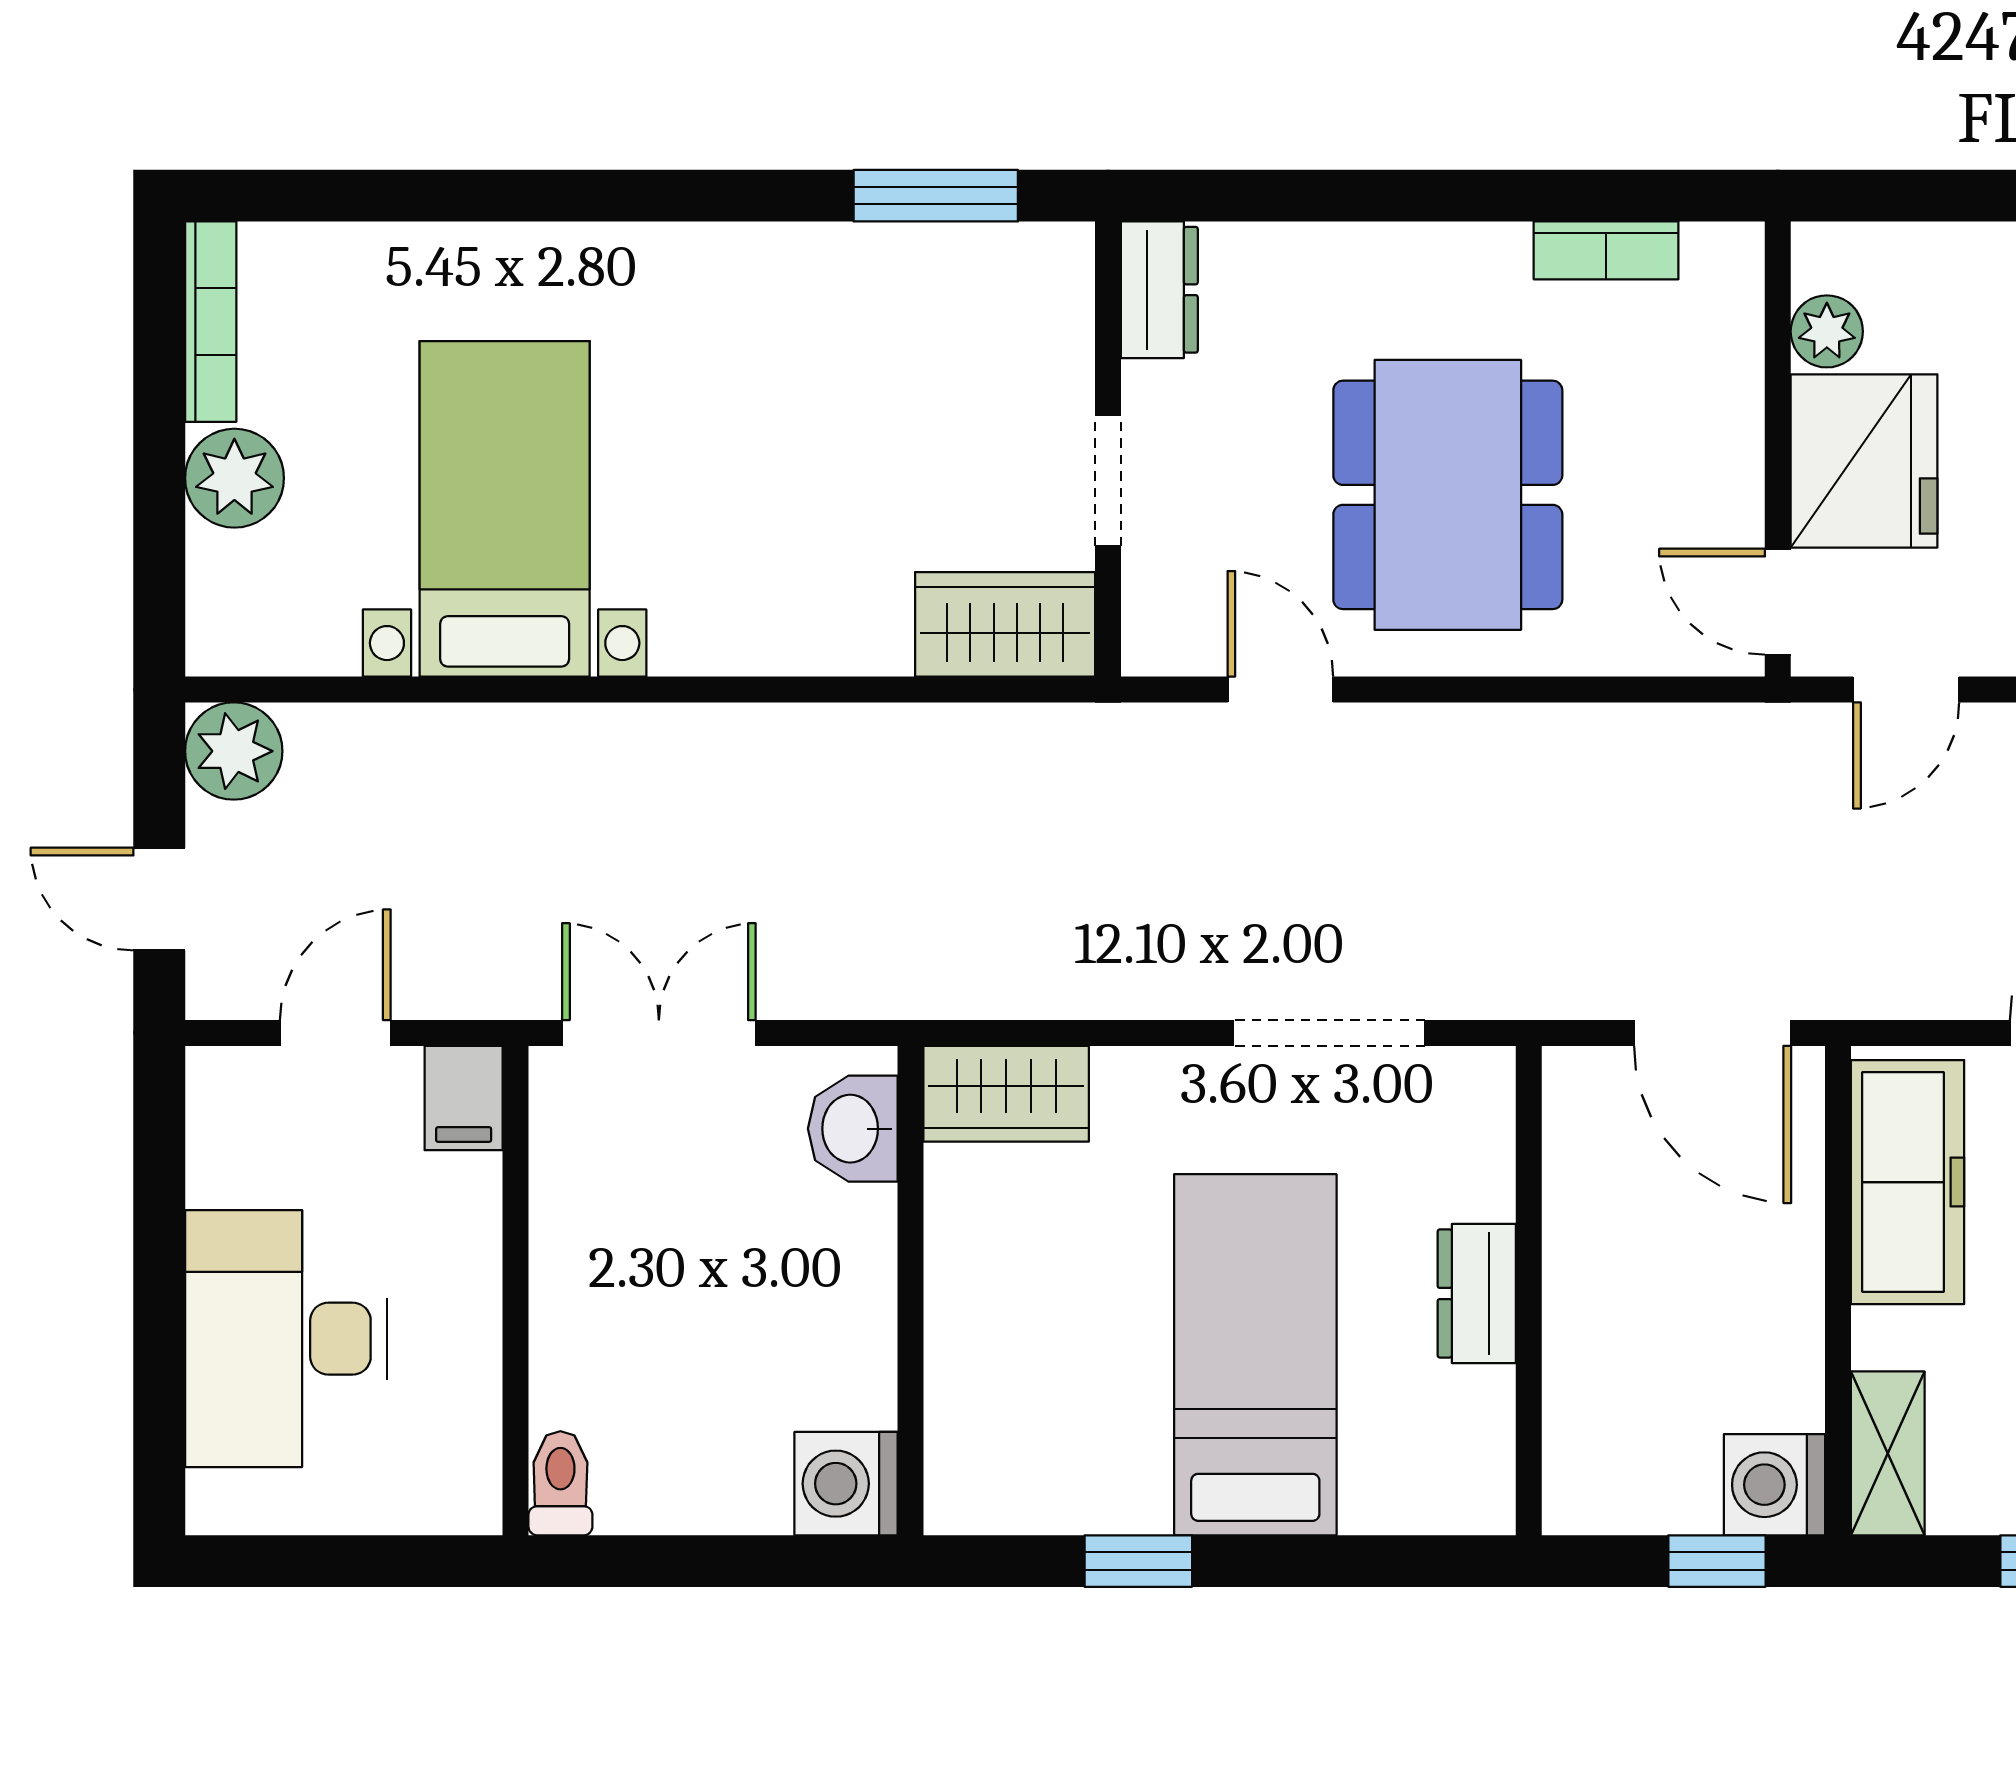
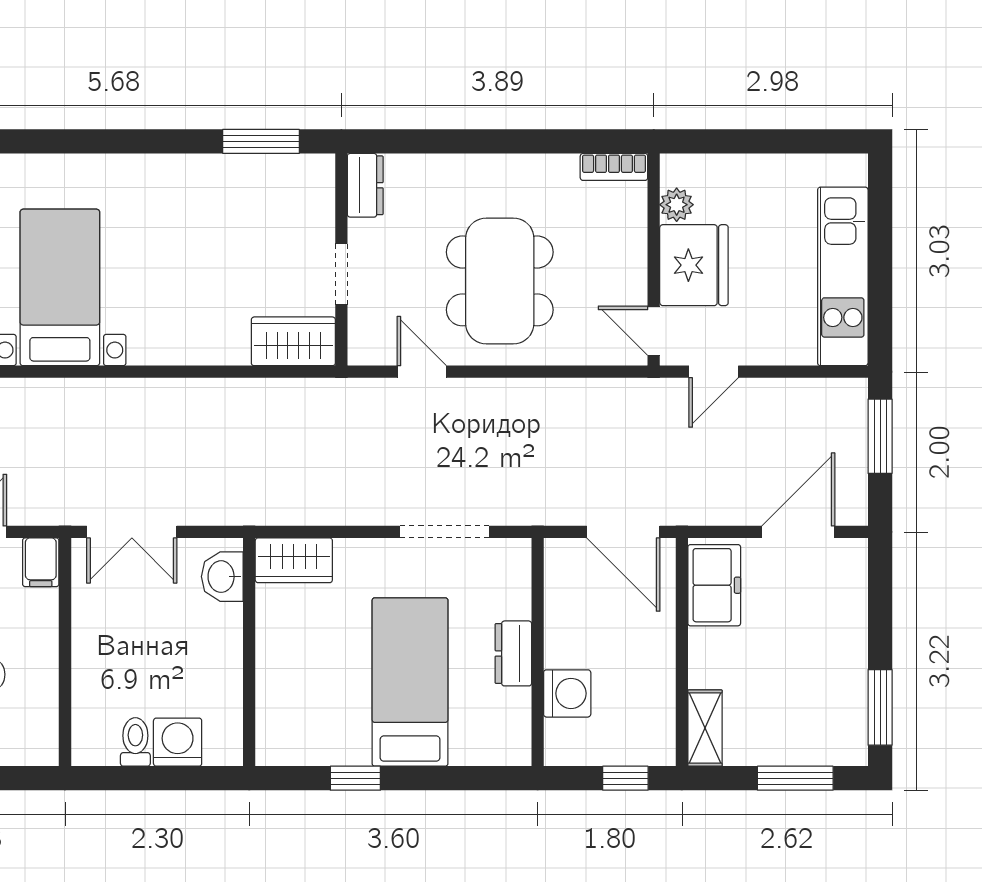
bookcase: (1606, 250) -> (614, 167), moved
double door: (659, 1033) -> (132, 532), swing flipped
freezer: (1908, 1182) -> (714, 585), width x0.71
toilet: (560, 1483) -> (135, 742), moved
washing machine: (846, 1484) -> (178, 742), moved, turned 90
washing machine: (1775, 1485) -> (567, 693), moved, turned 180

